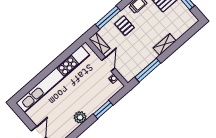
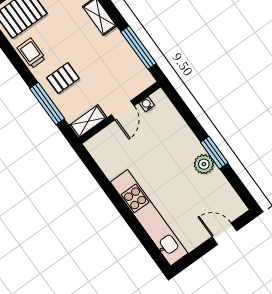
door: (108, 64) -> (123, 110), swing flipped
kitchen unit: (53, 79) -> (149, 218), width x0.73
window: (103, 110) -> (214, 153), moved

